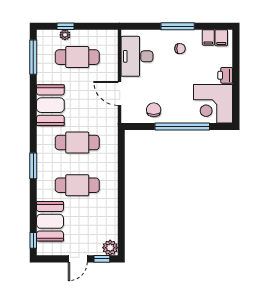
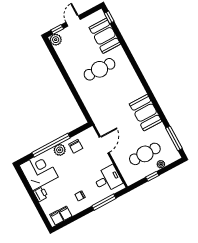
window: (65, 26) -> (152, 176), moved
window: (178, 26) -> (104, 202), moved
desk: (137, 56) -> (108, 179), width x0.73
door: (120, 93) -> (104, 145), hinge flipped
plant: (175, 116) -> (60, 150), added
cafe table: (77, 143) -> (115, 97), removed
window: (33, 166) -> (135, 67), removed

